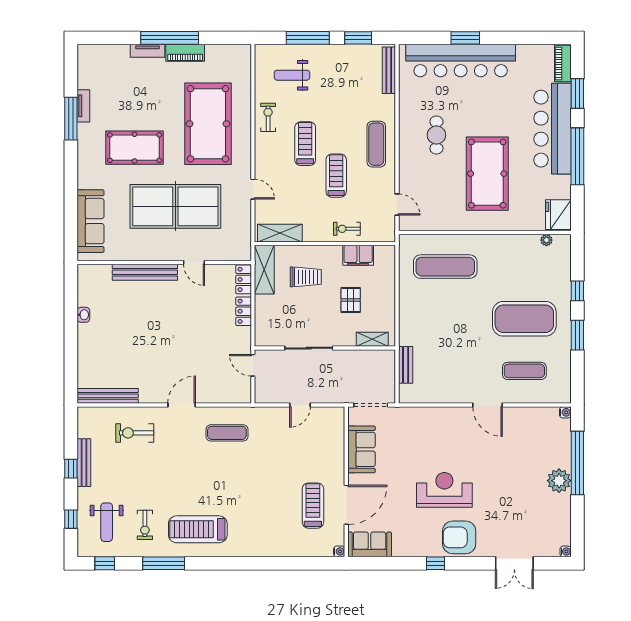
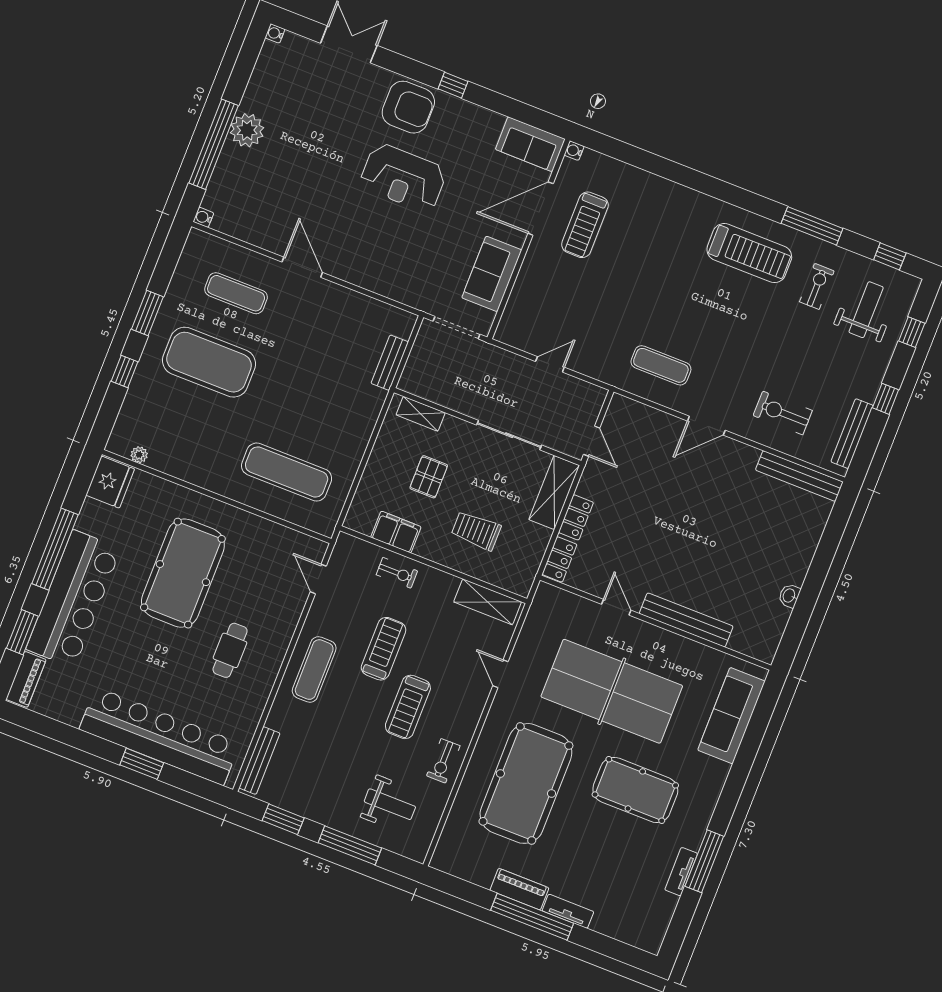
treadmill: (336, 176) -> (384, 649), turned 180
shelving: (264, 270) -> (554, 492), moved
exercise bike: (135, 433) -> (783, 413), turned 180
bench: (84, 463) -> (852, 434), moved

